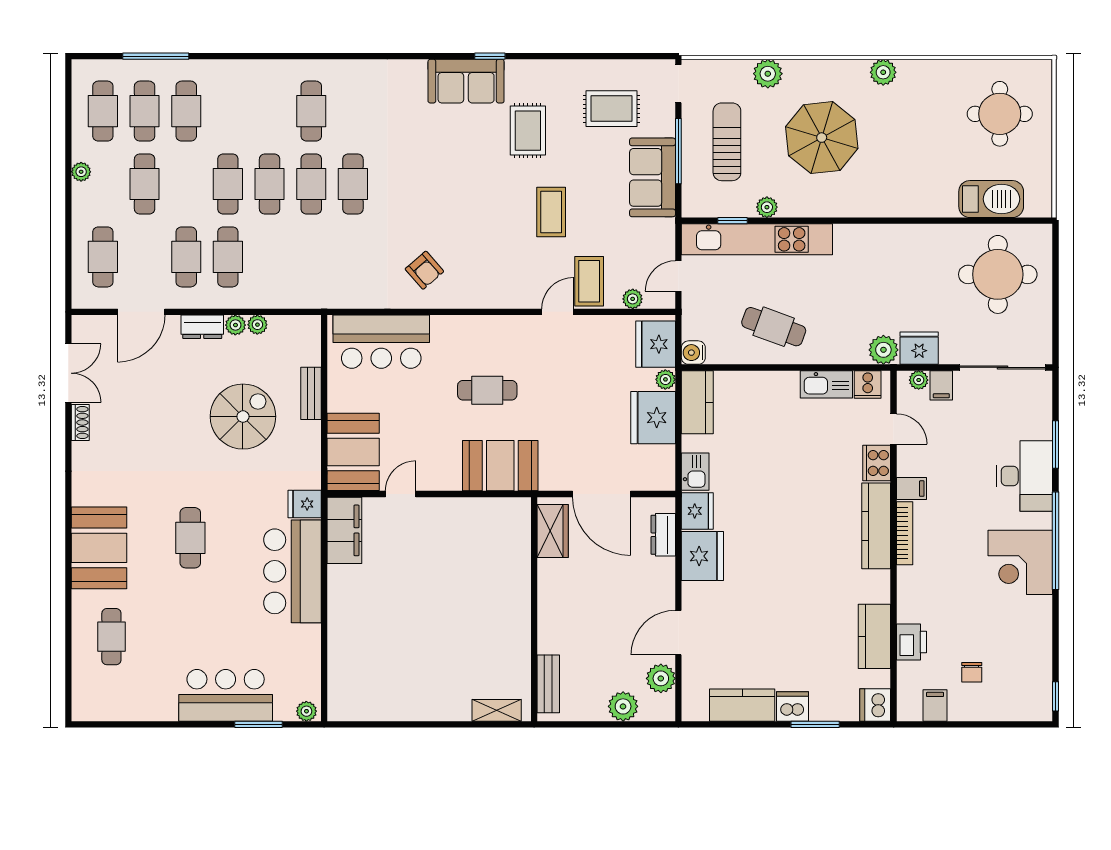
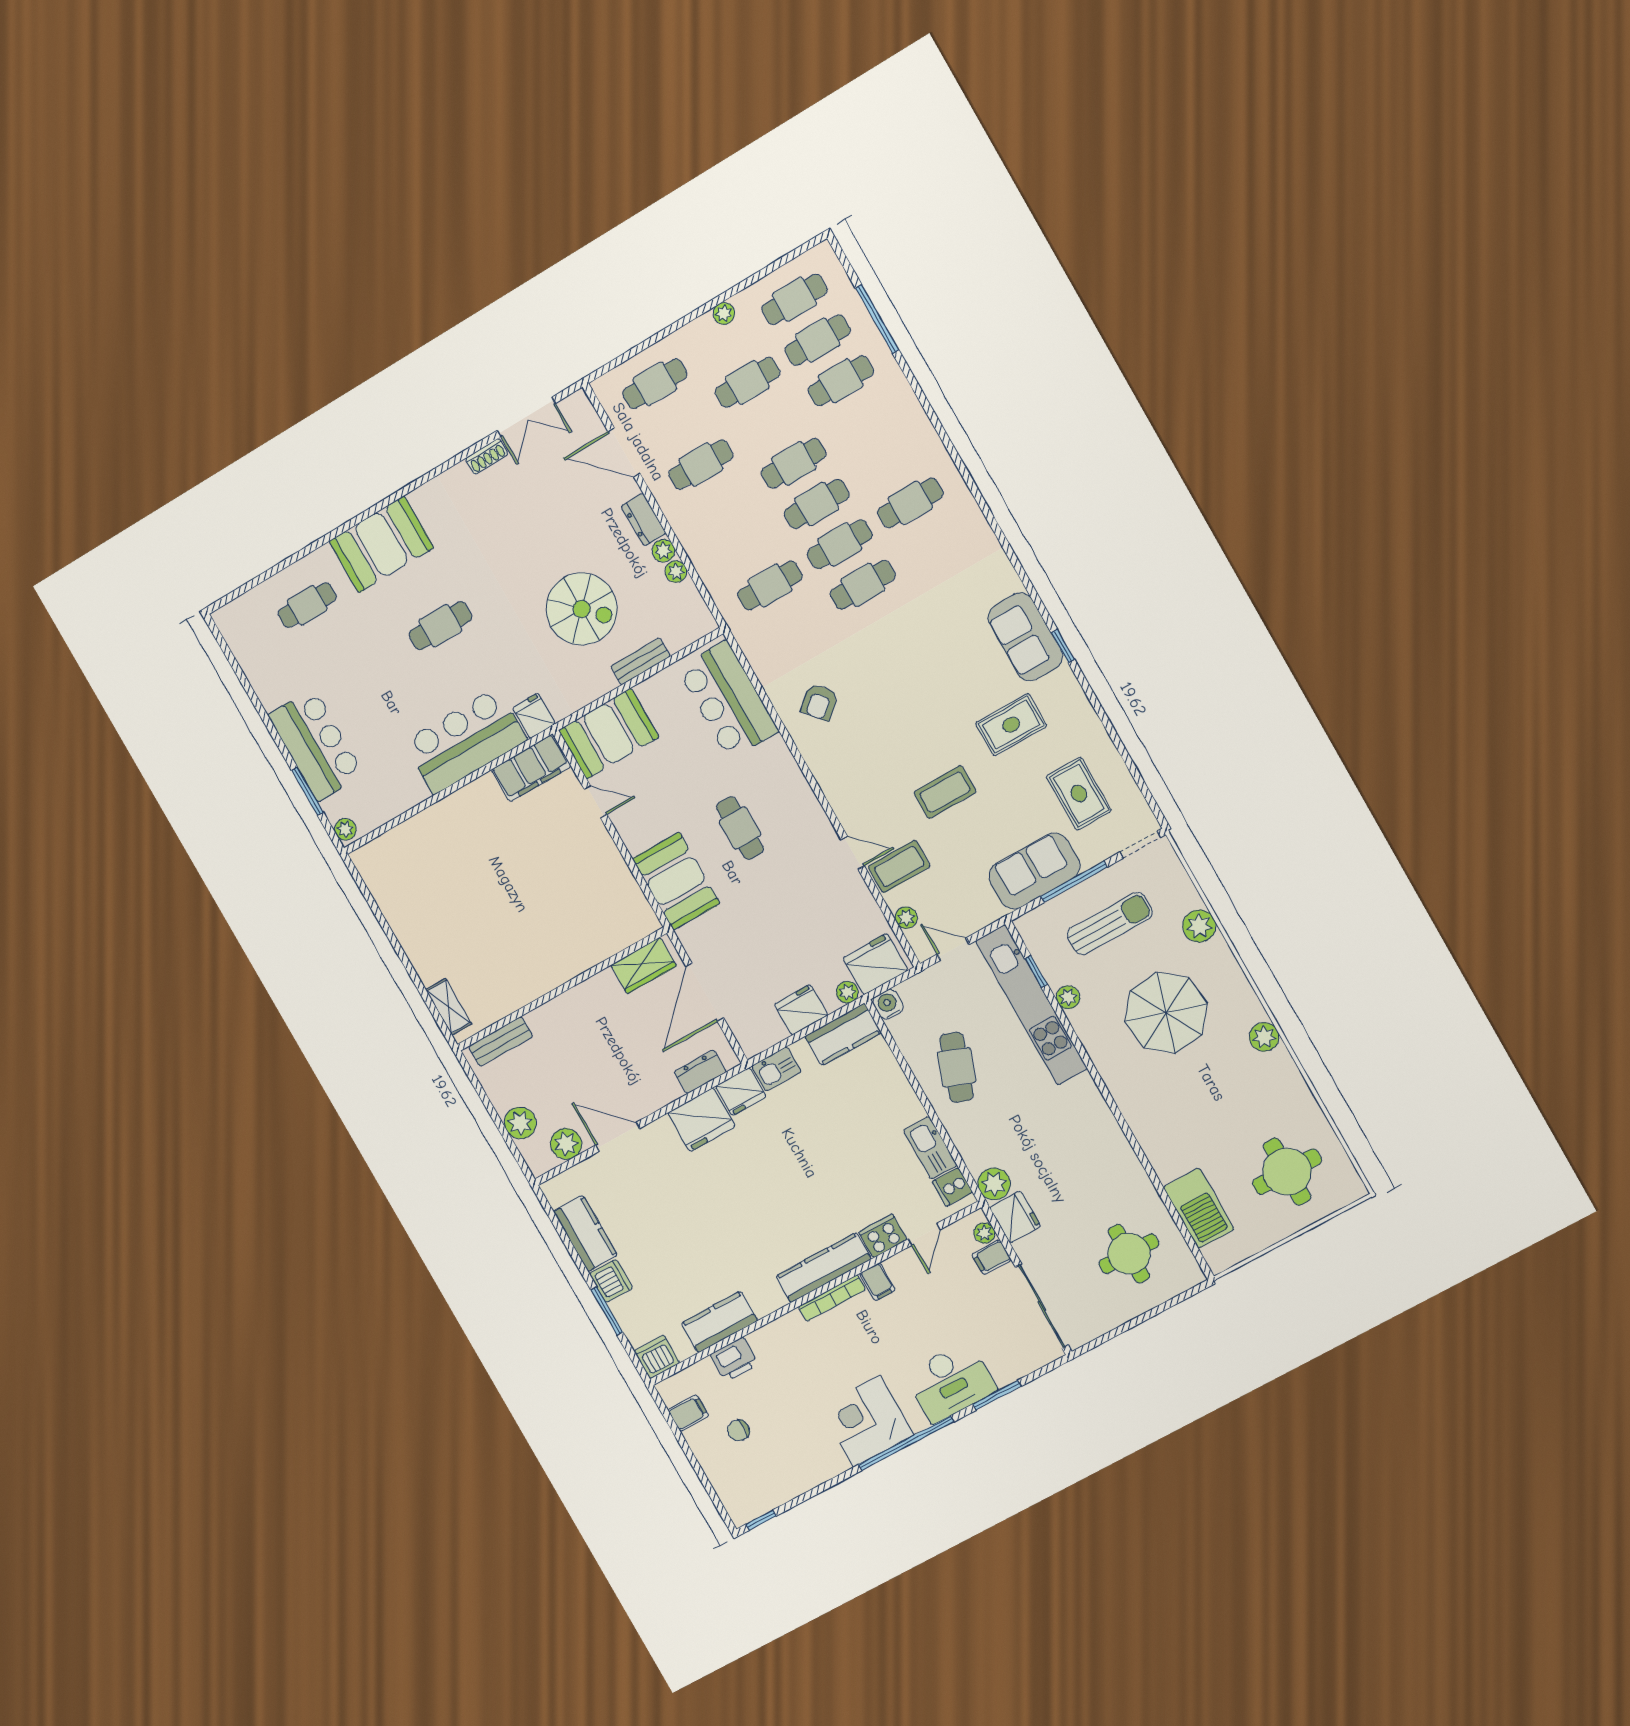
cafe table: (228, 257) -> (770, 585), moved
round table: (998, 274) -> (1129, 1254), width x0.73, depth x0.73
fridge: (653, 418) -> (801, 1010), width x0.73, depth x0.75

